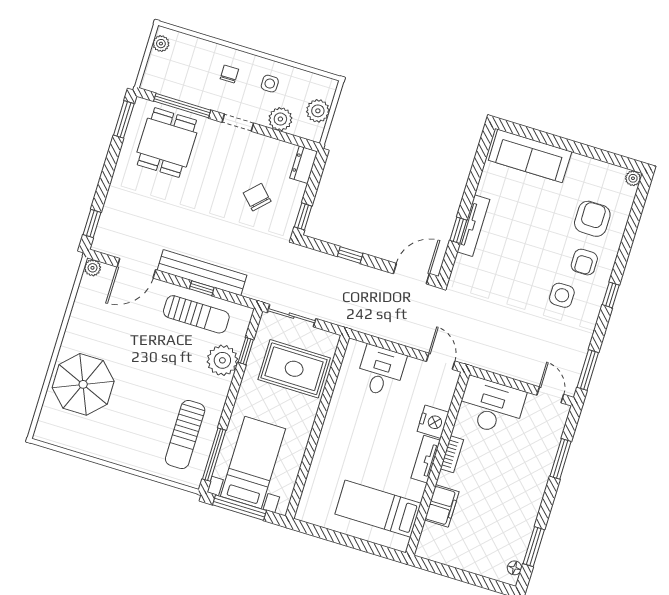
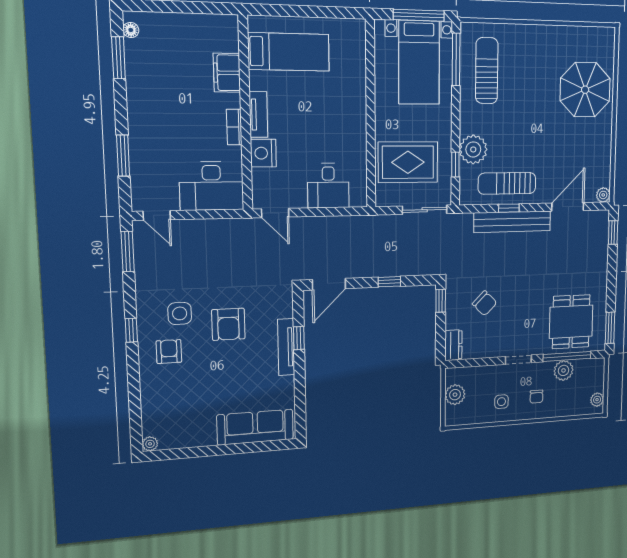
plant: (280, 119) -> (563, 370), moved
armchair: (592, 219) -> (228, 324), moved

